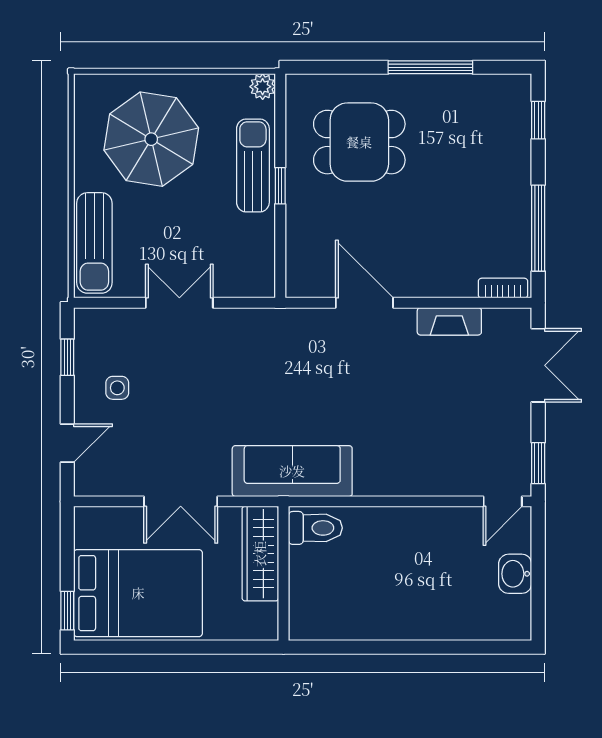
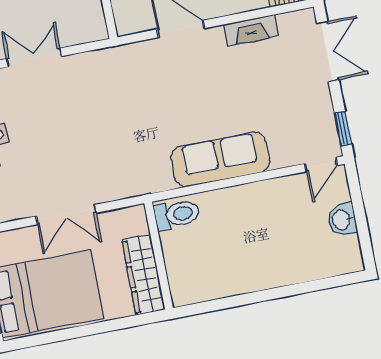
sofa: (292, 471) -> (220, 159), moved
wardrobe: (260, 554) -> (143, 275), moved

